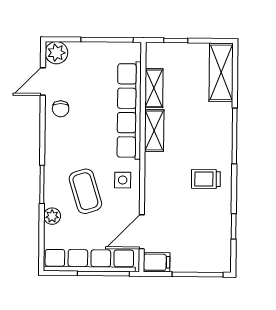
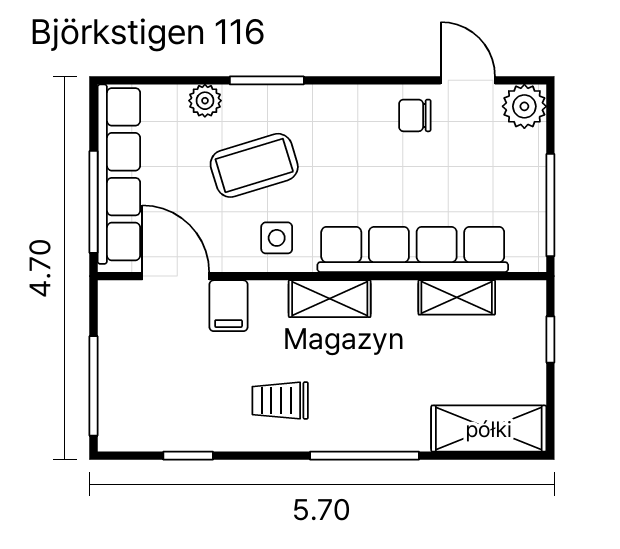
shelving: (154, 130) -> (330, 299), moved
trolley: (206, 179) -> (280, 401), turned -90
filing cabinet: (157, 262) -> (229, 306), moved

